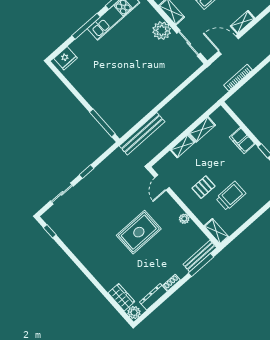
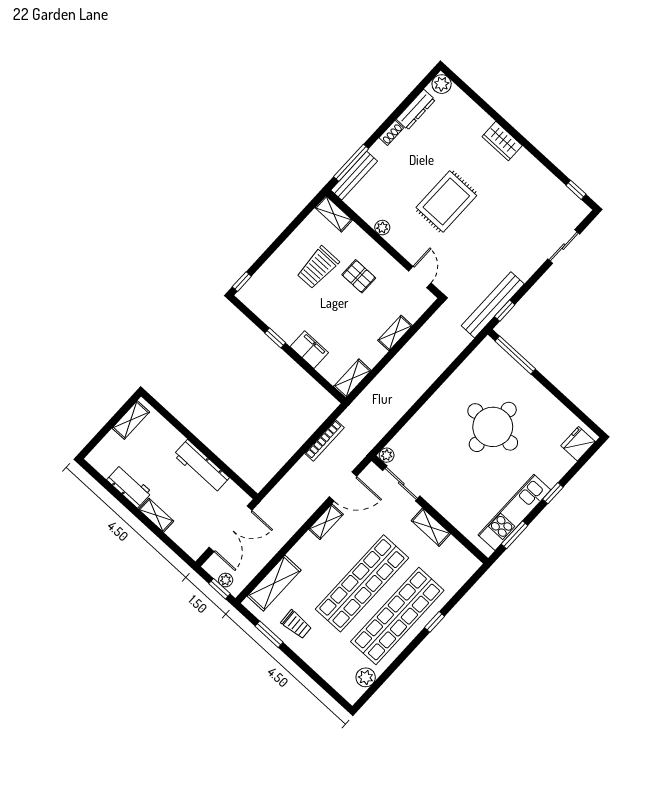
window: (86, 26) -> (553, 493), width x0.46
plant: (162, 31) -> (387, 455), moved, width x0.53, depth x0.53
round table: (123, 75) -> (493, 427), added
shelving: (202, 129) -> (352, 378), moved
bench: (142, 134) -> (493, 305), moved
window: (87, 172) -> (505, 311), moved
pallet: (204, 187) -> (359, 276), turned 90
wardrobe: (121, 297) -> (502, 141), moved

